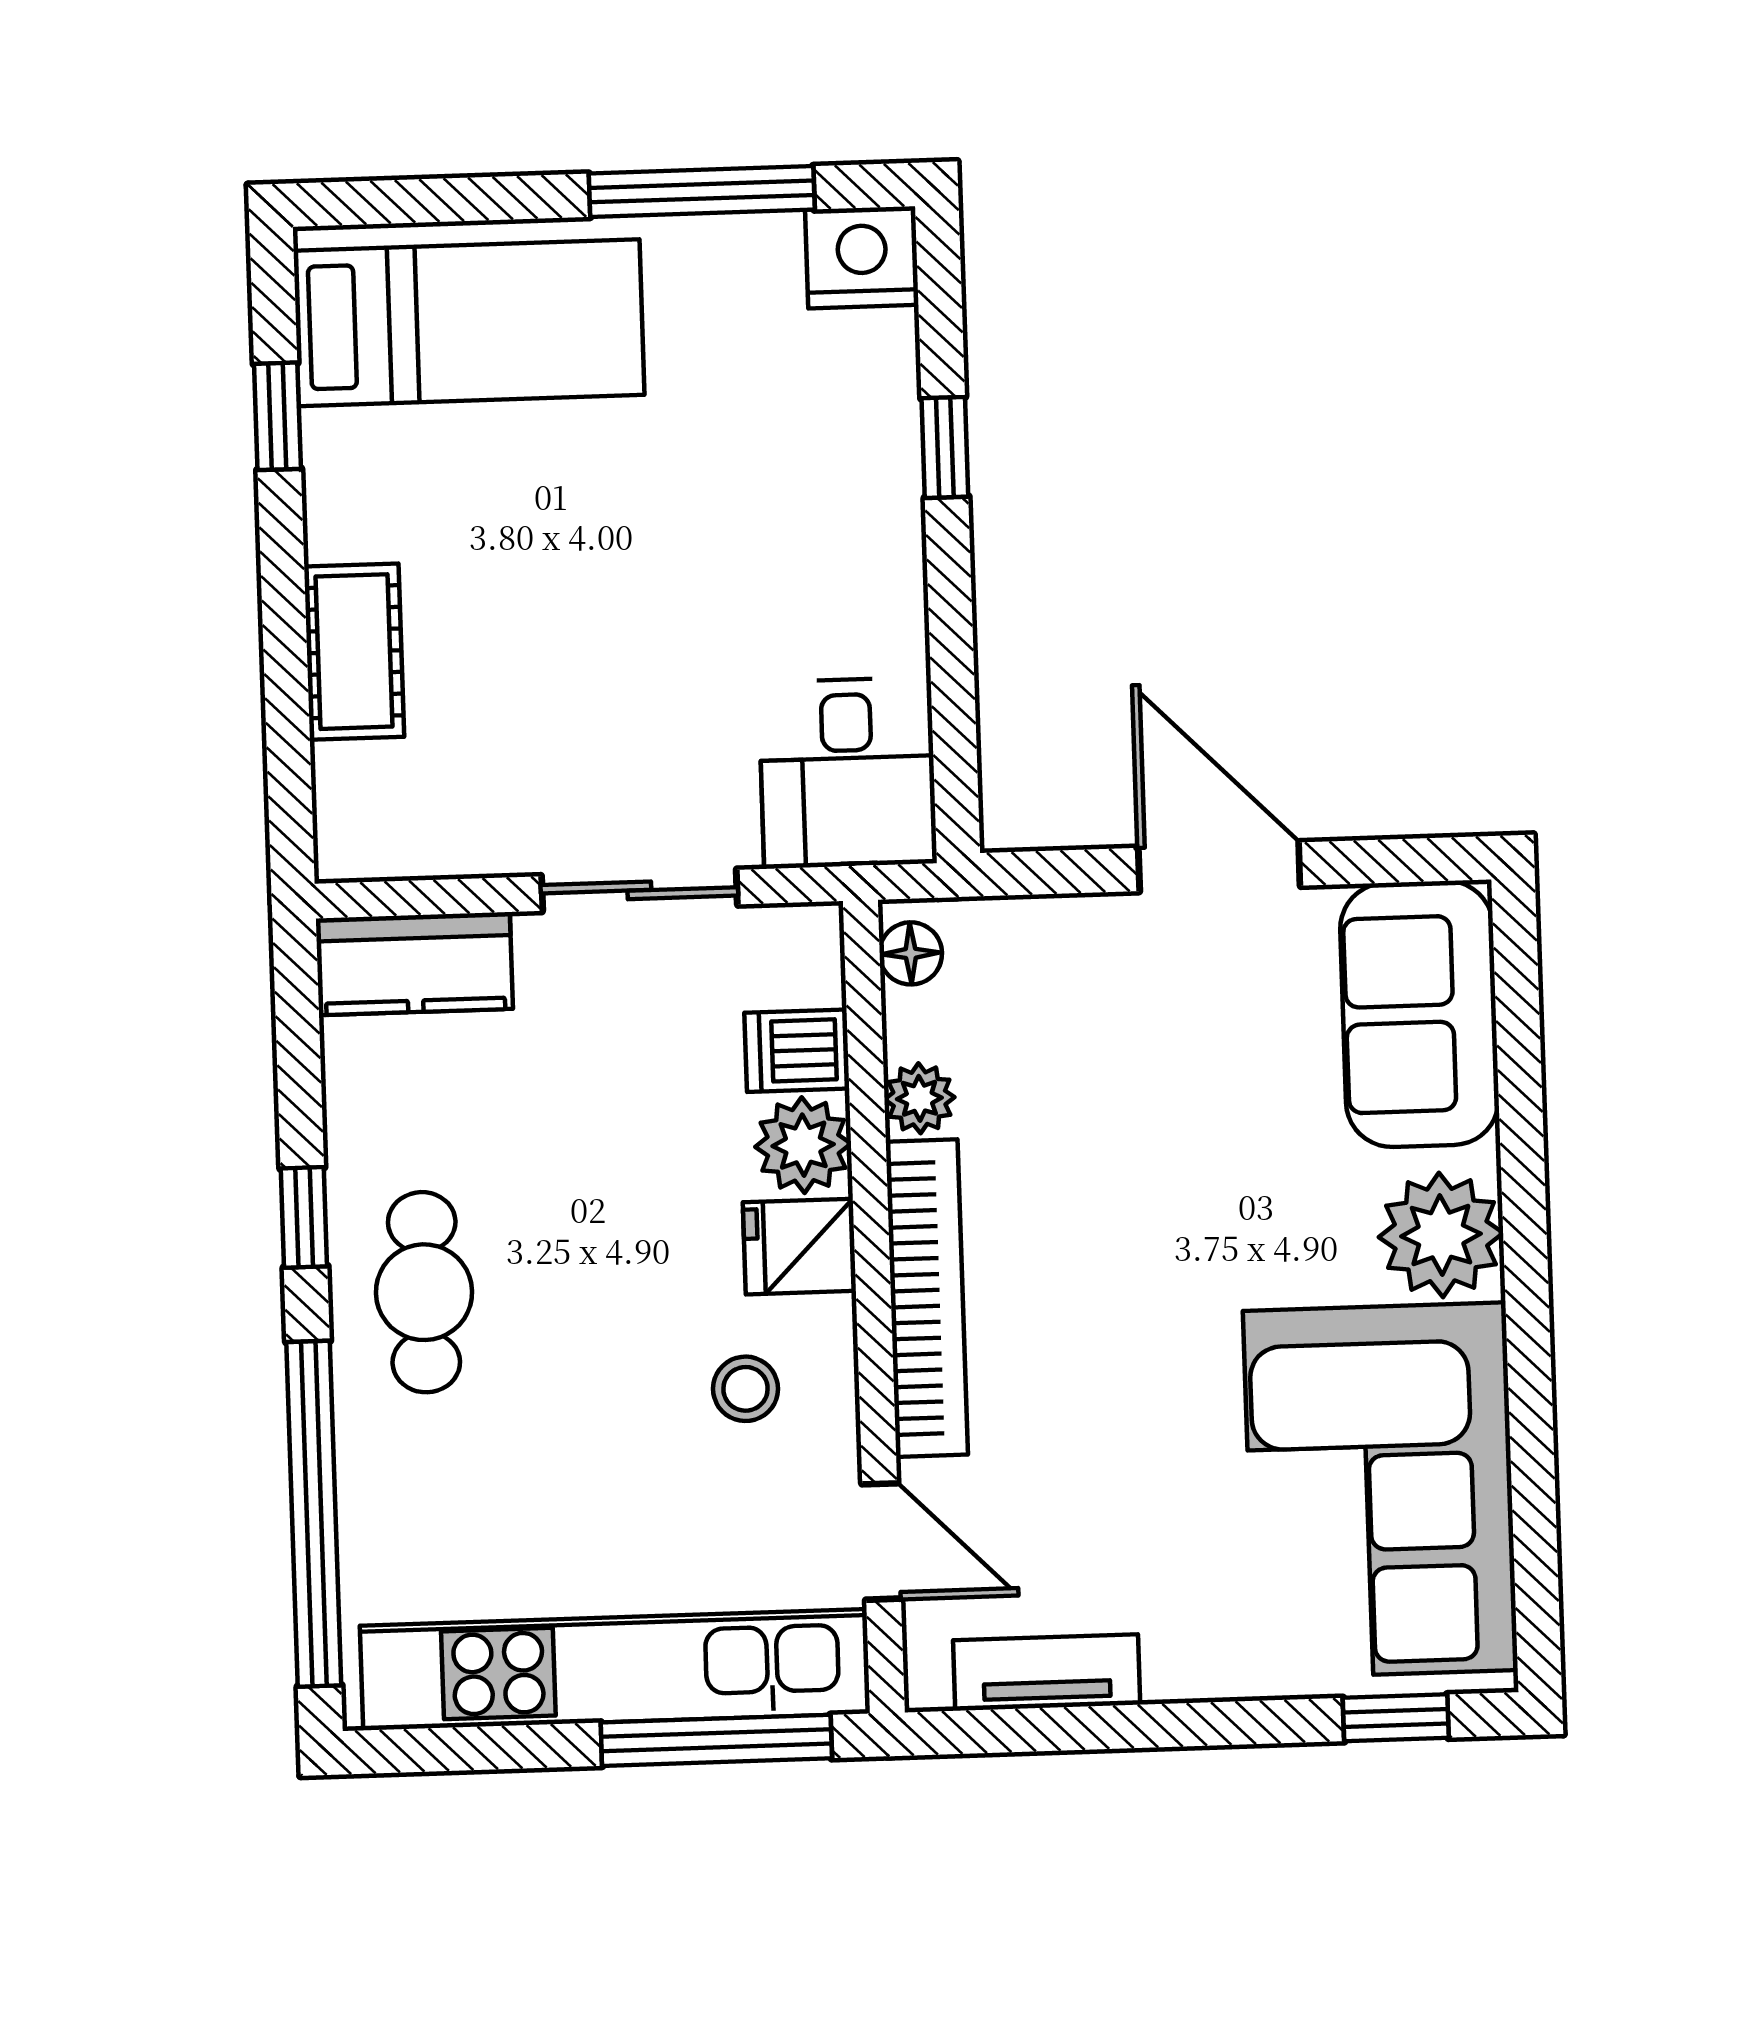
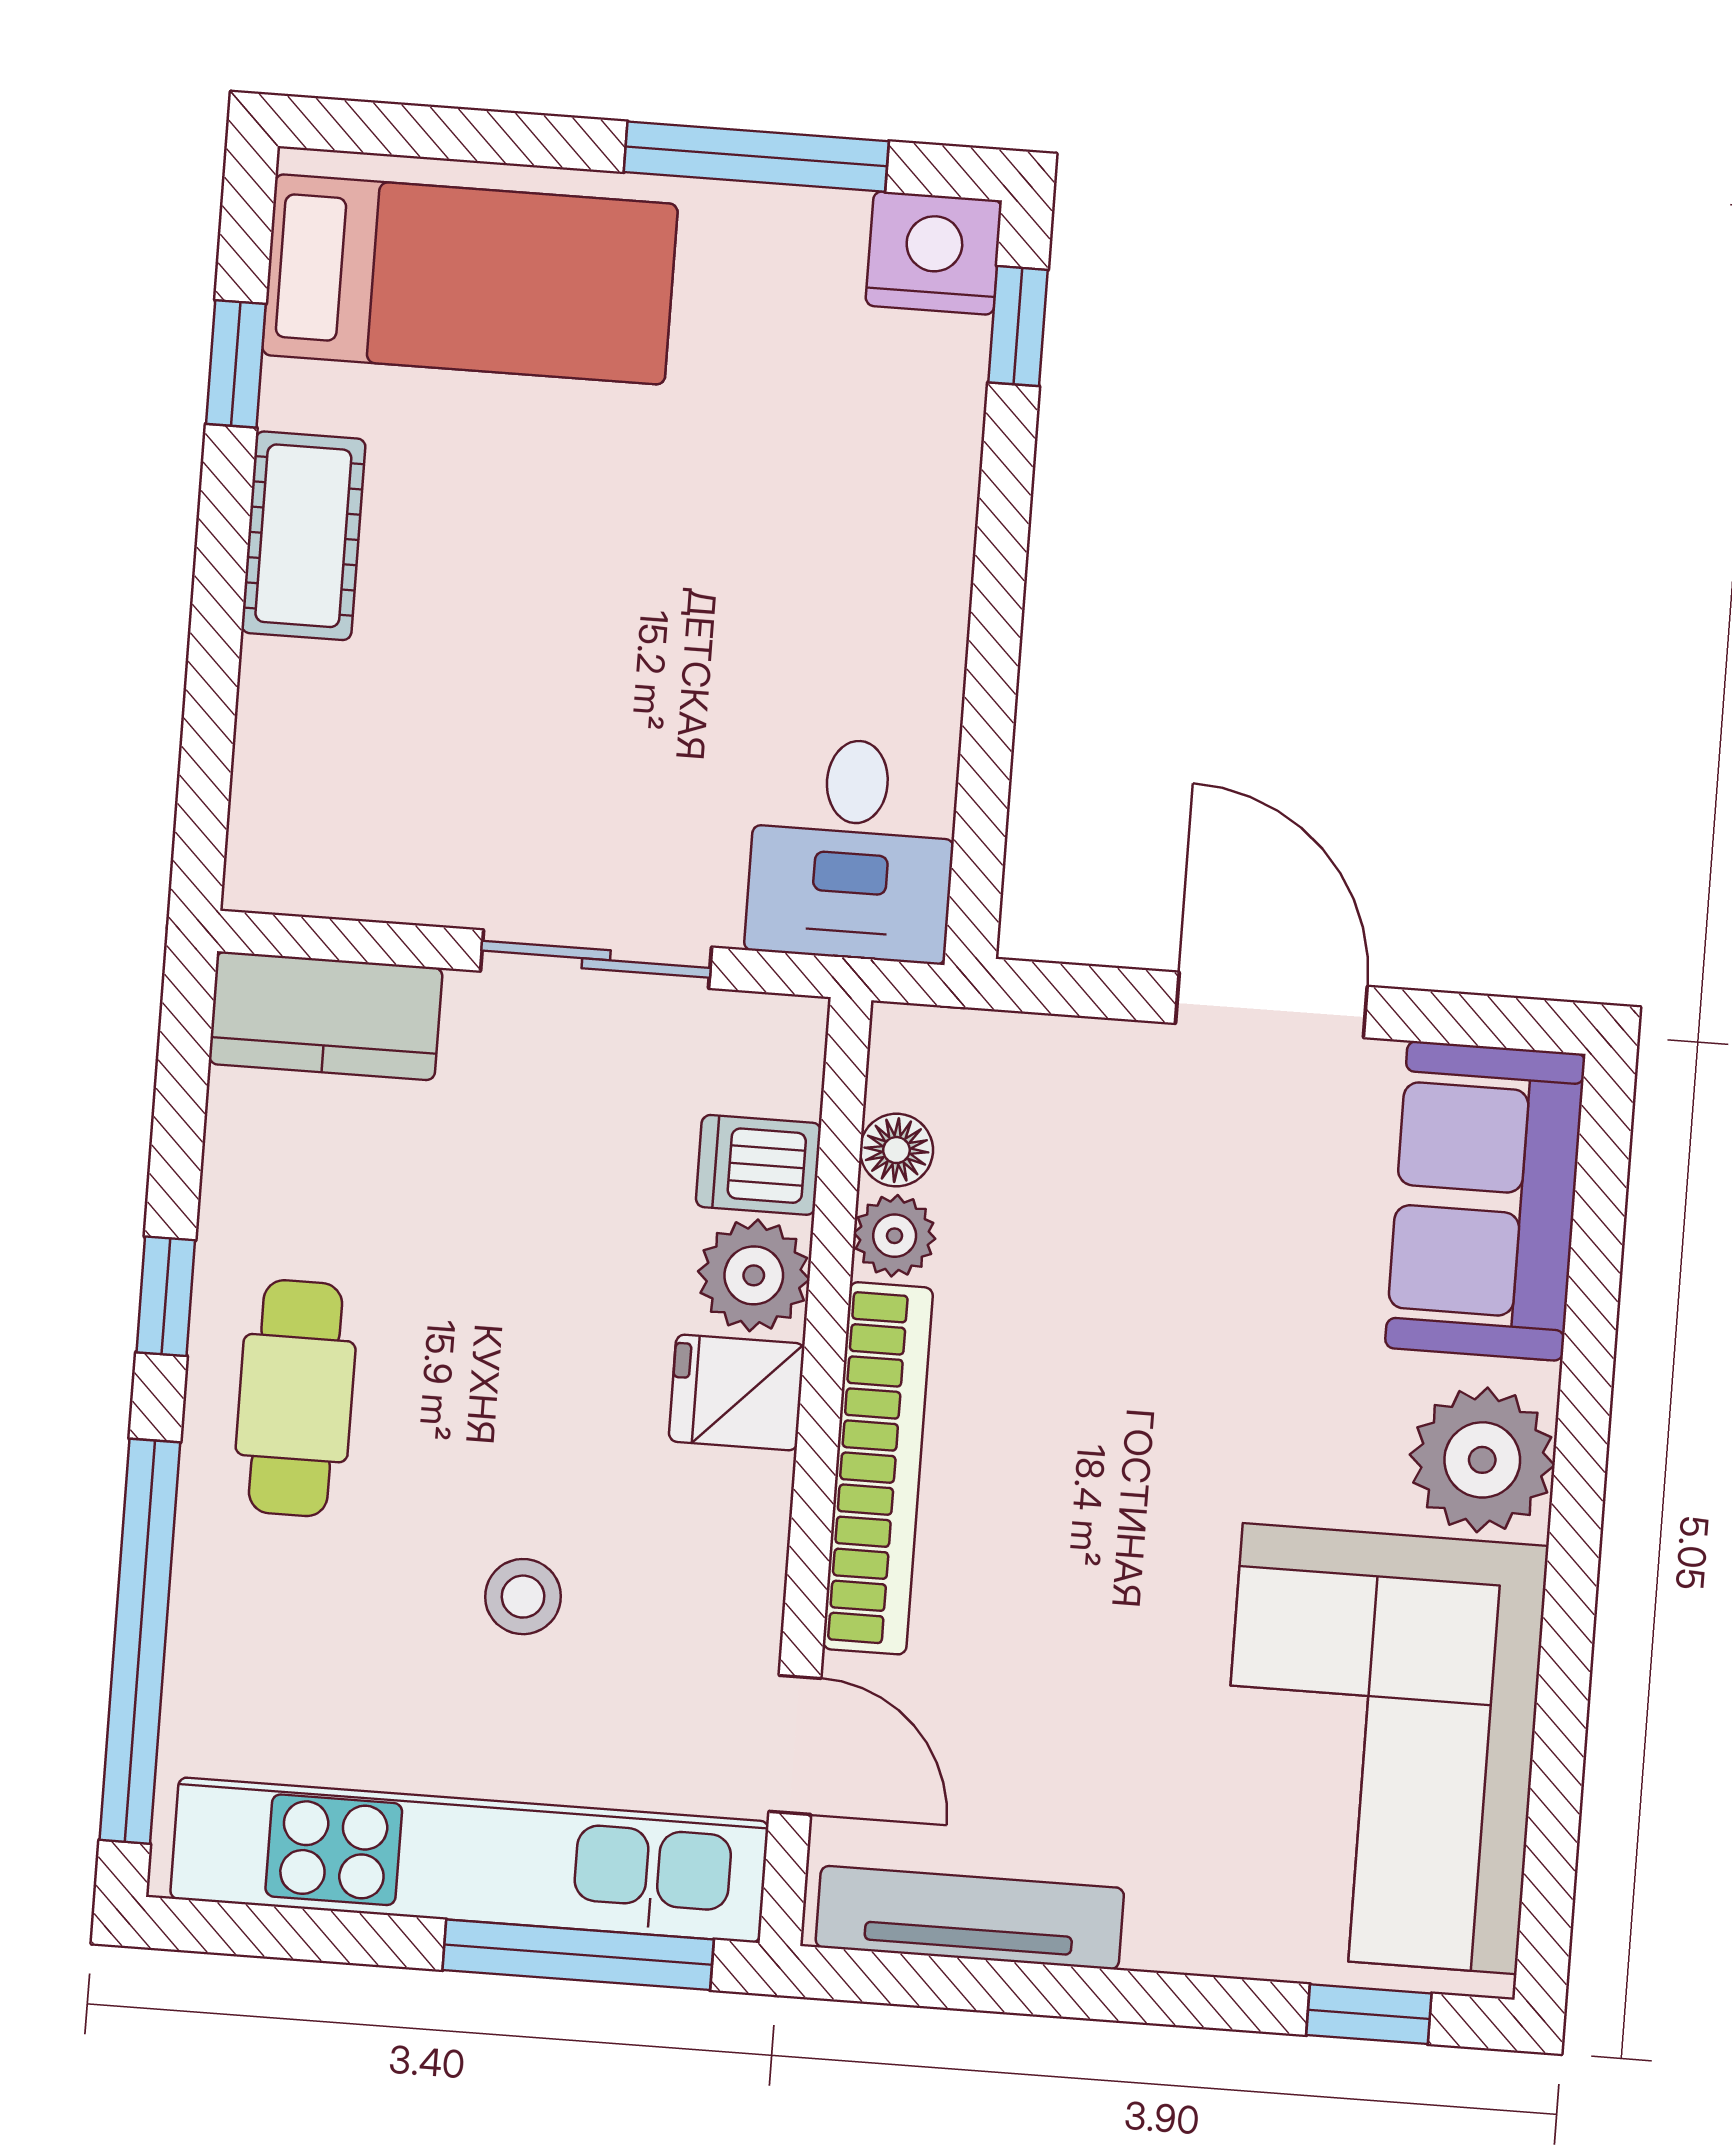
window: (945, 447) -> (1018, 326), moved
cot: (354, 652) -> (303, 536), moved
floor lamp: (911, 953) -> (896, 1150), moved
stool: (746, 1389) -> (523, 1597), moved
tv unit: (1047, 1672) -> (970, 1918), width x1.41

